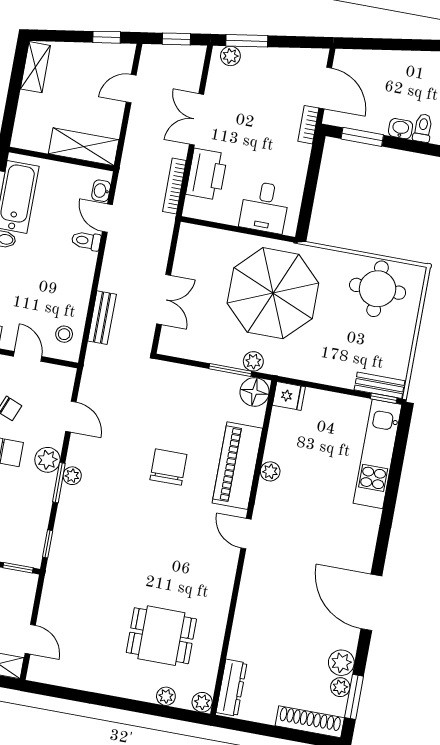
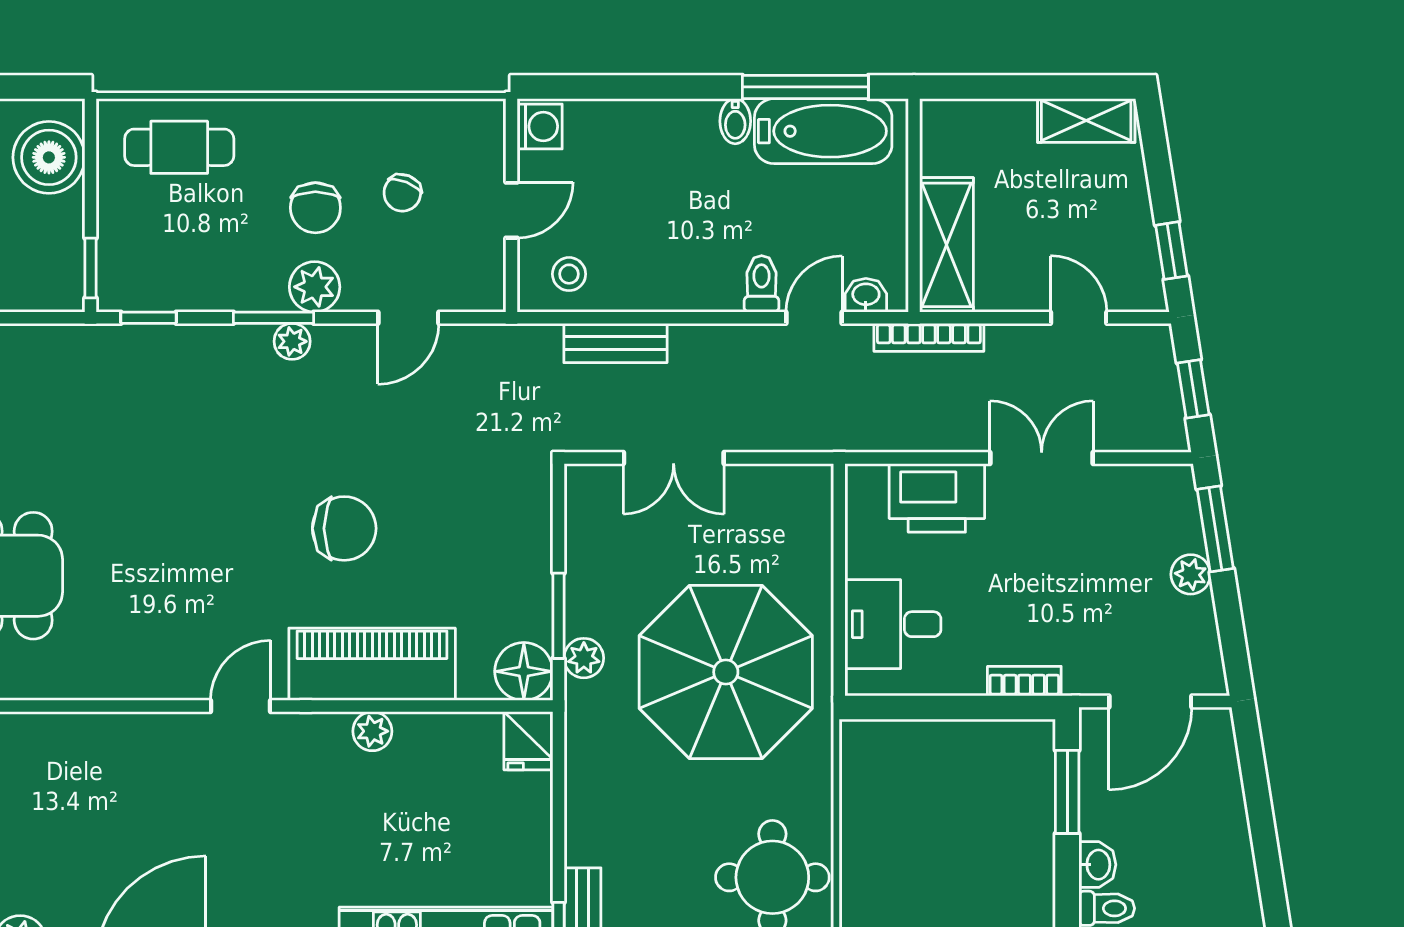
plant: (230, 56) -> (1191, 574), moved
bookcase: (308, 125) -> (1024, 681), moved
bookcase: (174, 186) -> (929, 337), moved, turned 180

